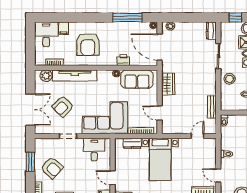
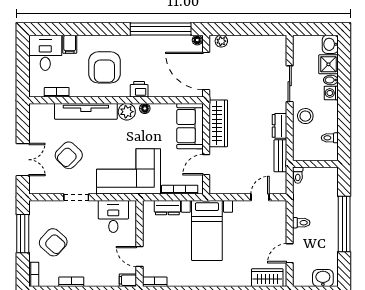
window: (127, 17) -> (161, 29), width x1.46
window: (235, 17) -> (314, 29), removed
dresser: (211, 31) -> (279, 126), moved
printer: (123, 60) -> (139, 89), moved
plant: (46, 76) -> (127, 112), moved
sofa: (137, 79) -> (190, 126), moved, turned 90
wardrobe: (168, 84) -> (218, 123), width x1.50
double door: (30, 110) -> (23, 160), width x0.73
door: (160, 113) -> (206, 165), hinge flipped
window: (30, 162) -> (23, 234), width x1.44
door: (218, 176) -> (290, 253), hinge flipped

